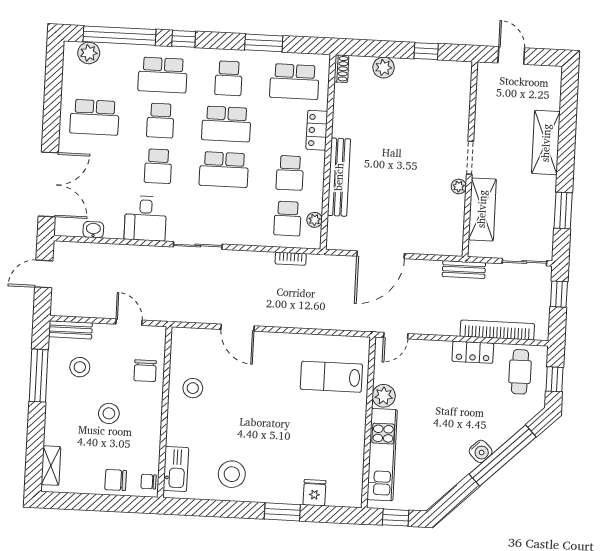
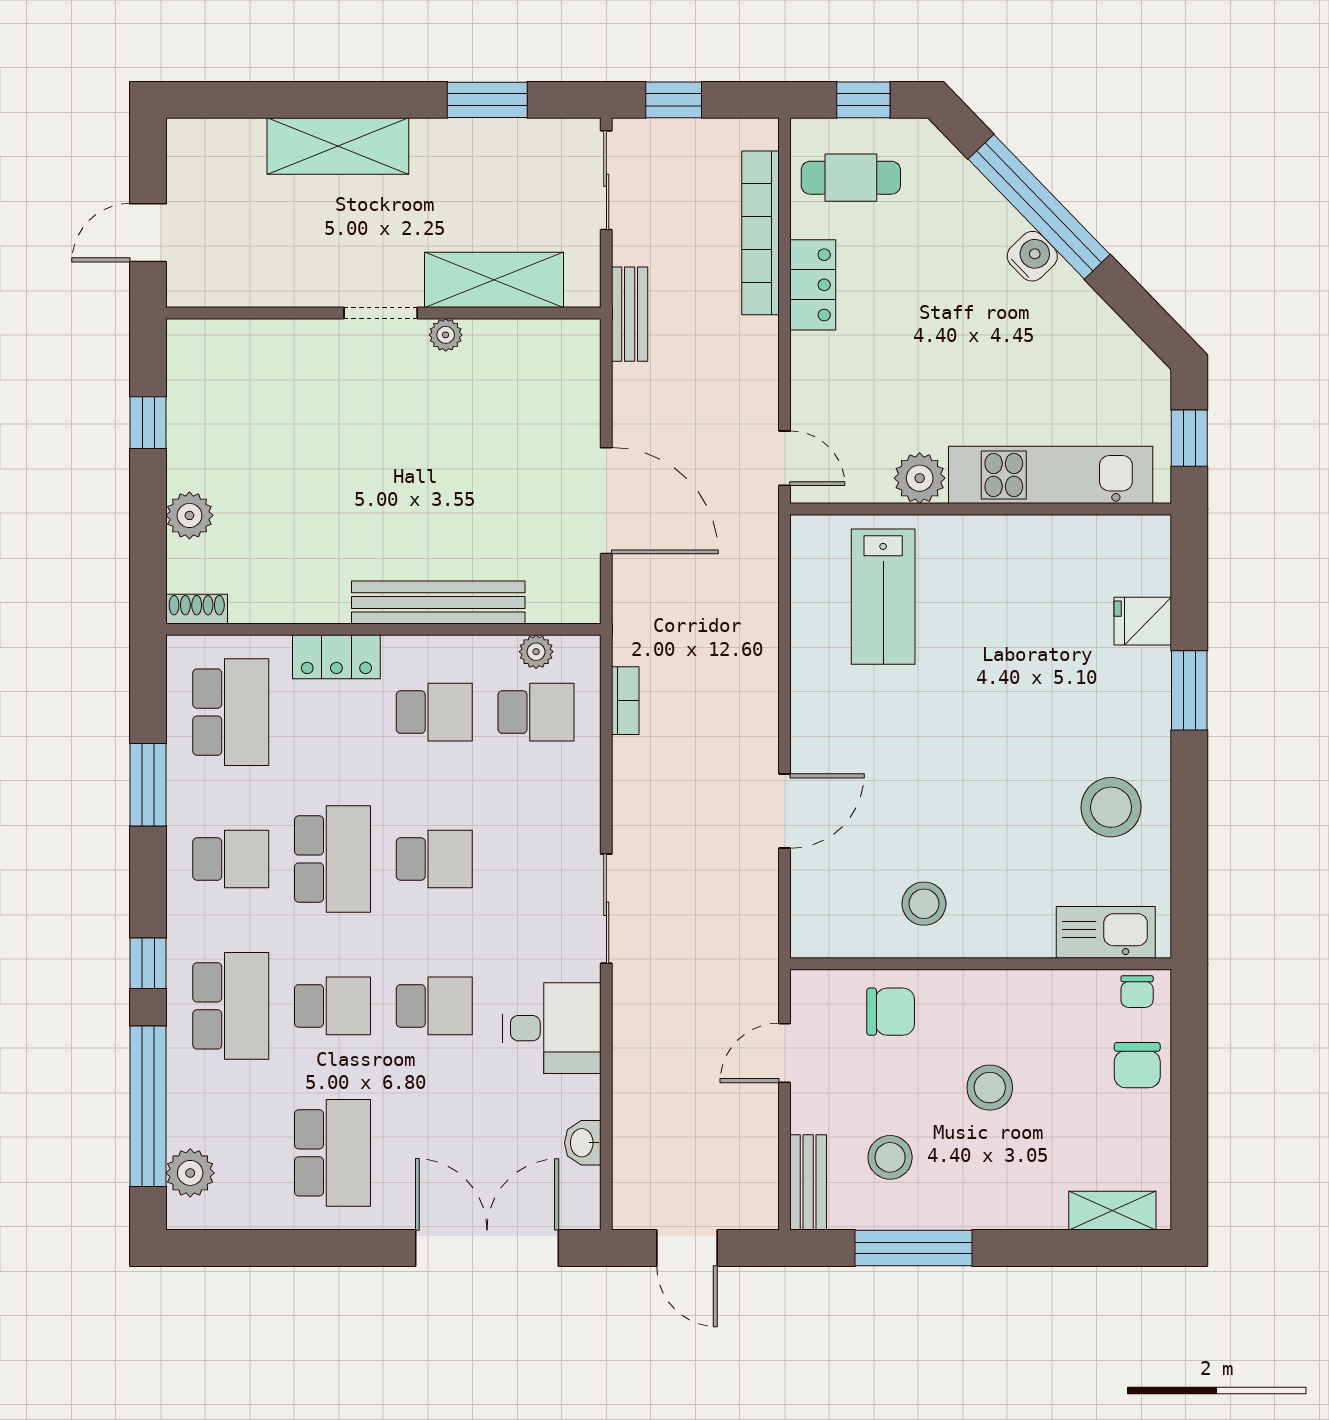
school desk: (224, 170) -> (434, 859), width x0.54

